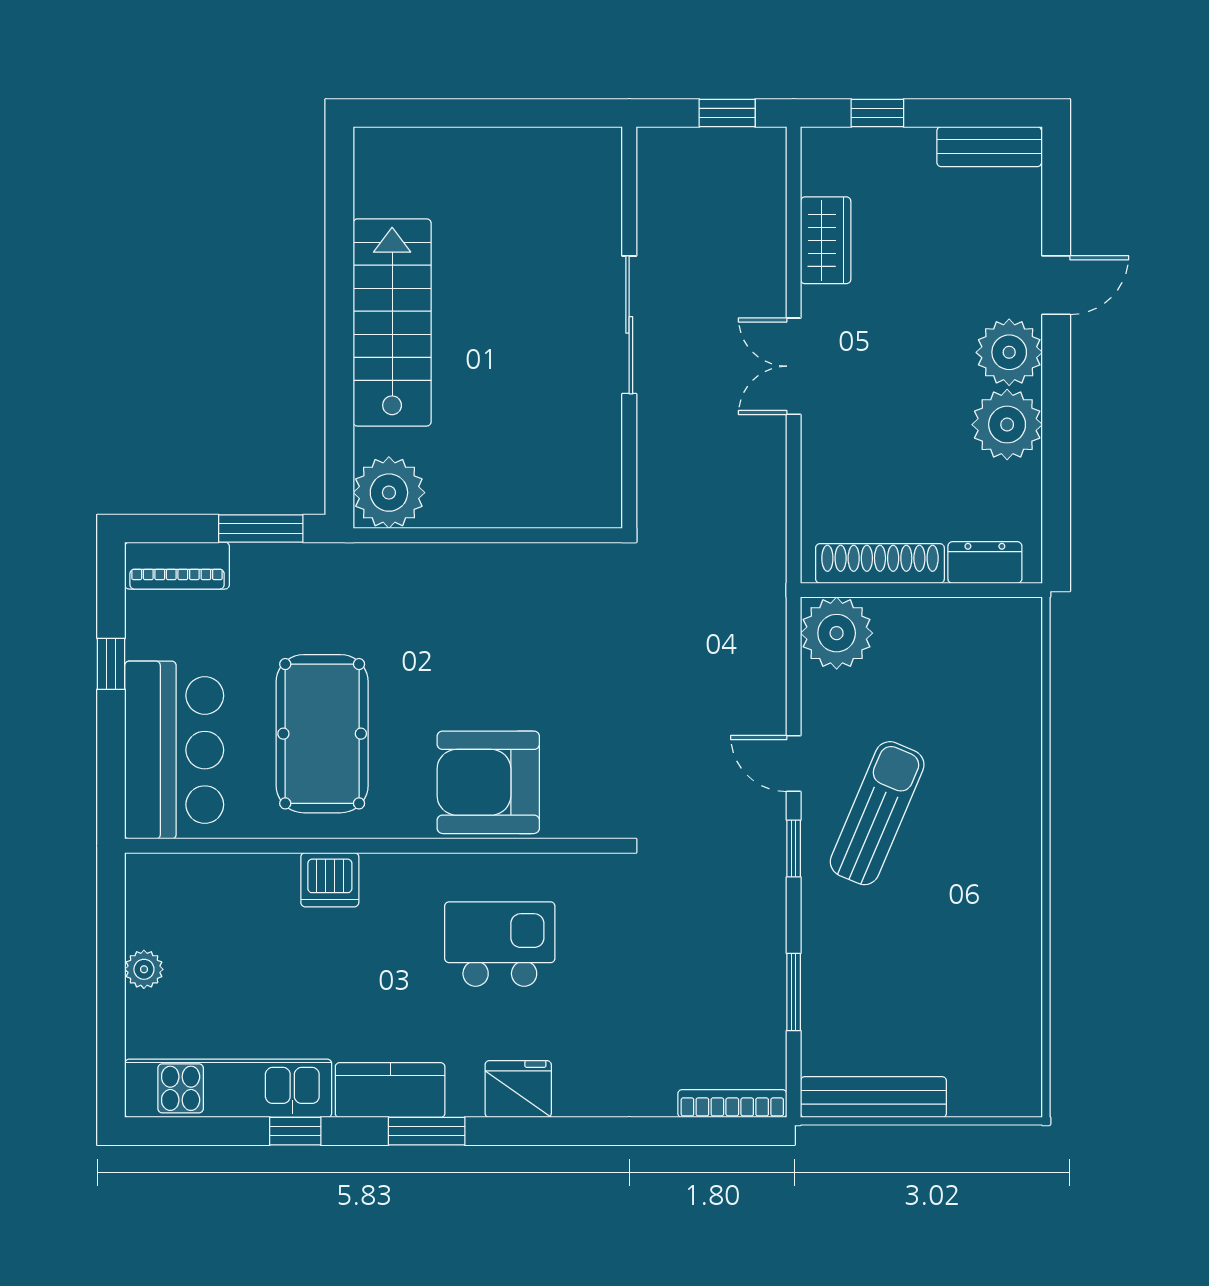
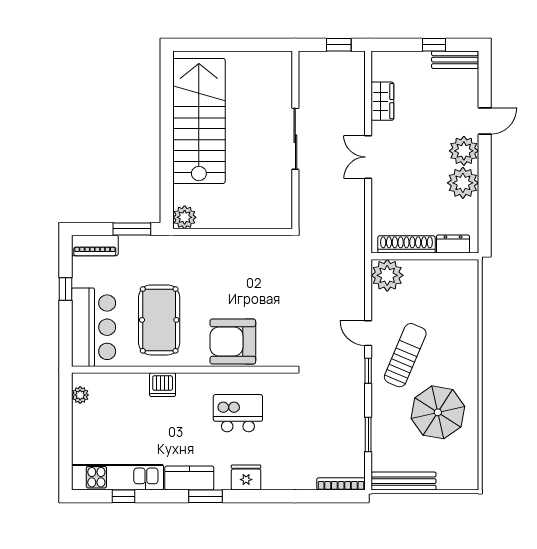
window: (877, 113) -> (434, 45), moved
stairs: (392, 322) -> (199, 121), width x1.36, depth x1.51
plant: (389, 493) -> (185, 217), width x0.73, depth x0.73
parasol: (951, 942) -> (438, 412), added
plant: (144, 969) -> (80, 395), moved
window: (295, 1131) -> (123, 496), moved

